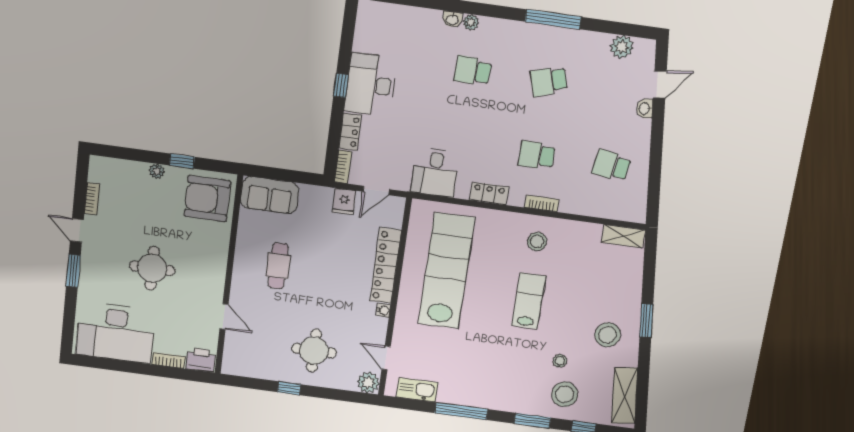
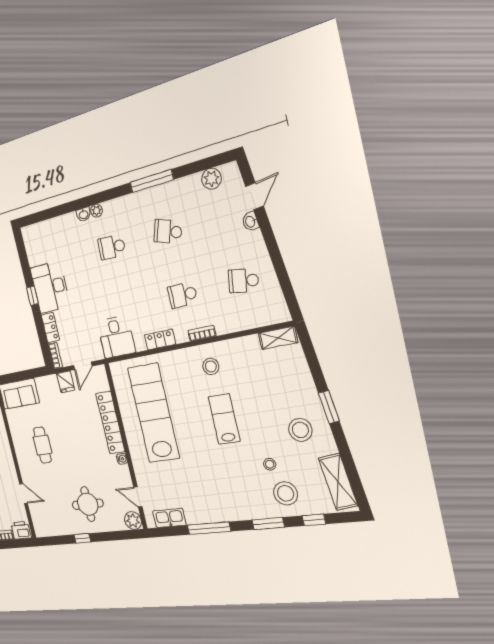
school desk: (549, 81) -> (168, 231), turned 36

